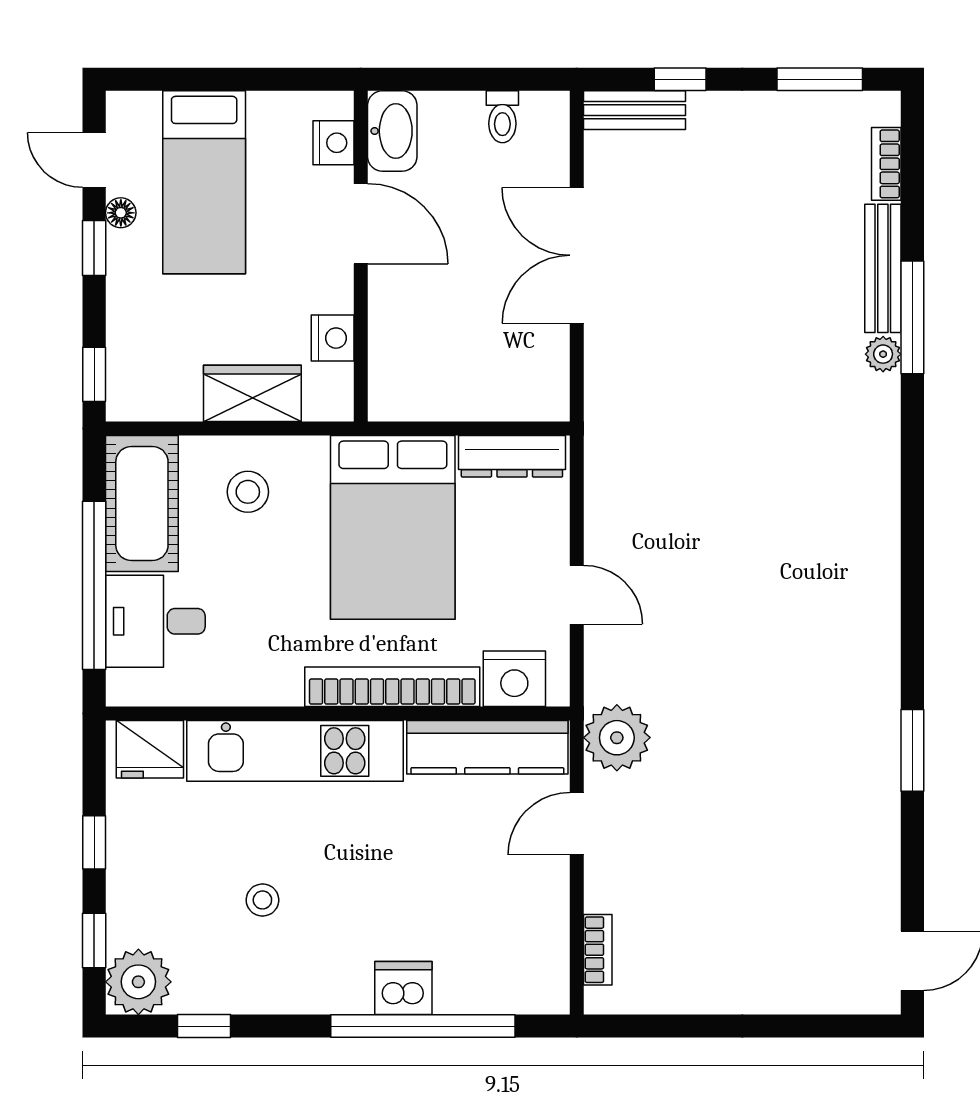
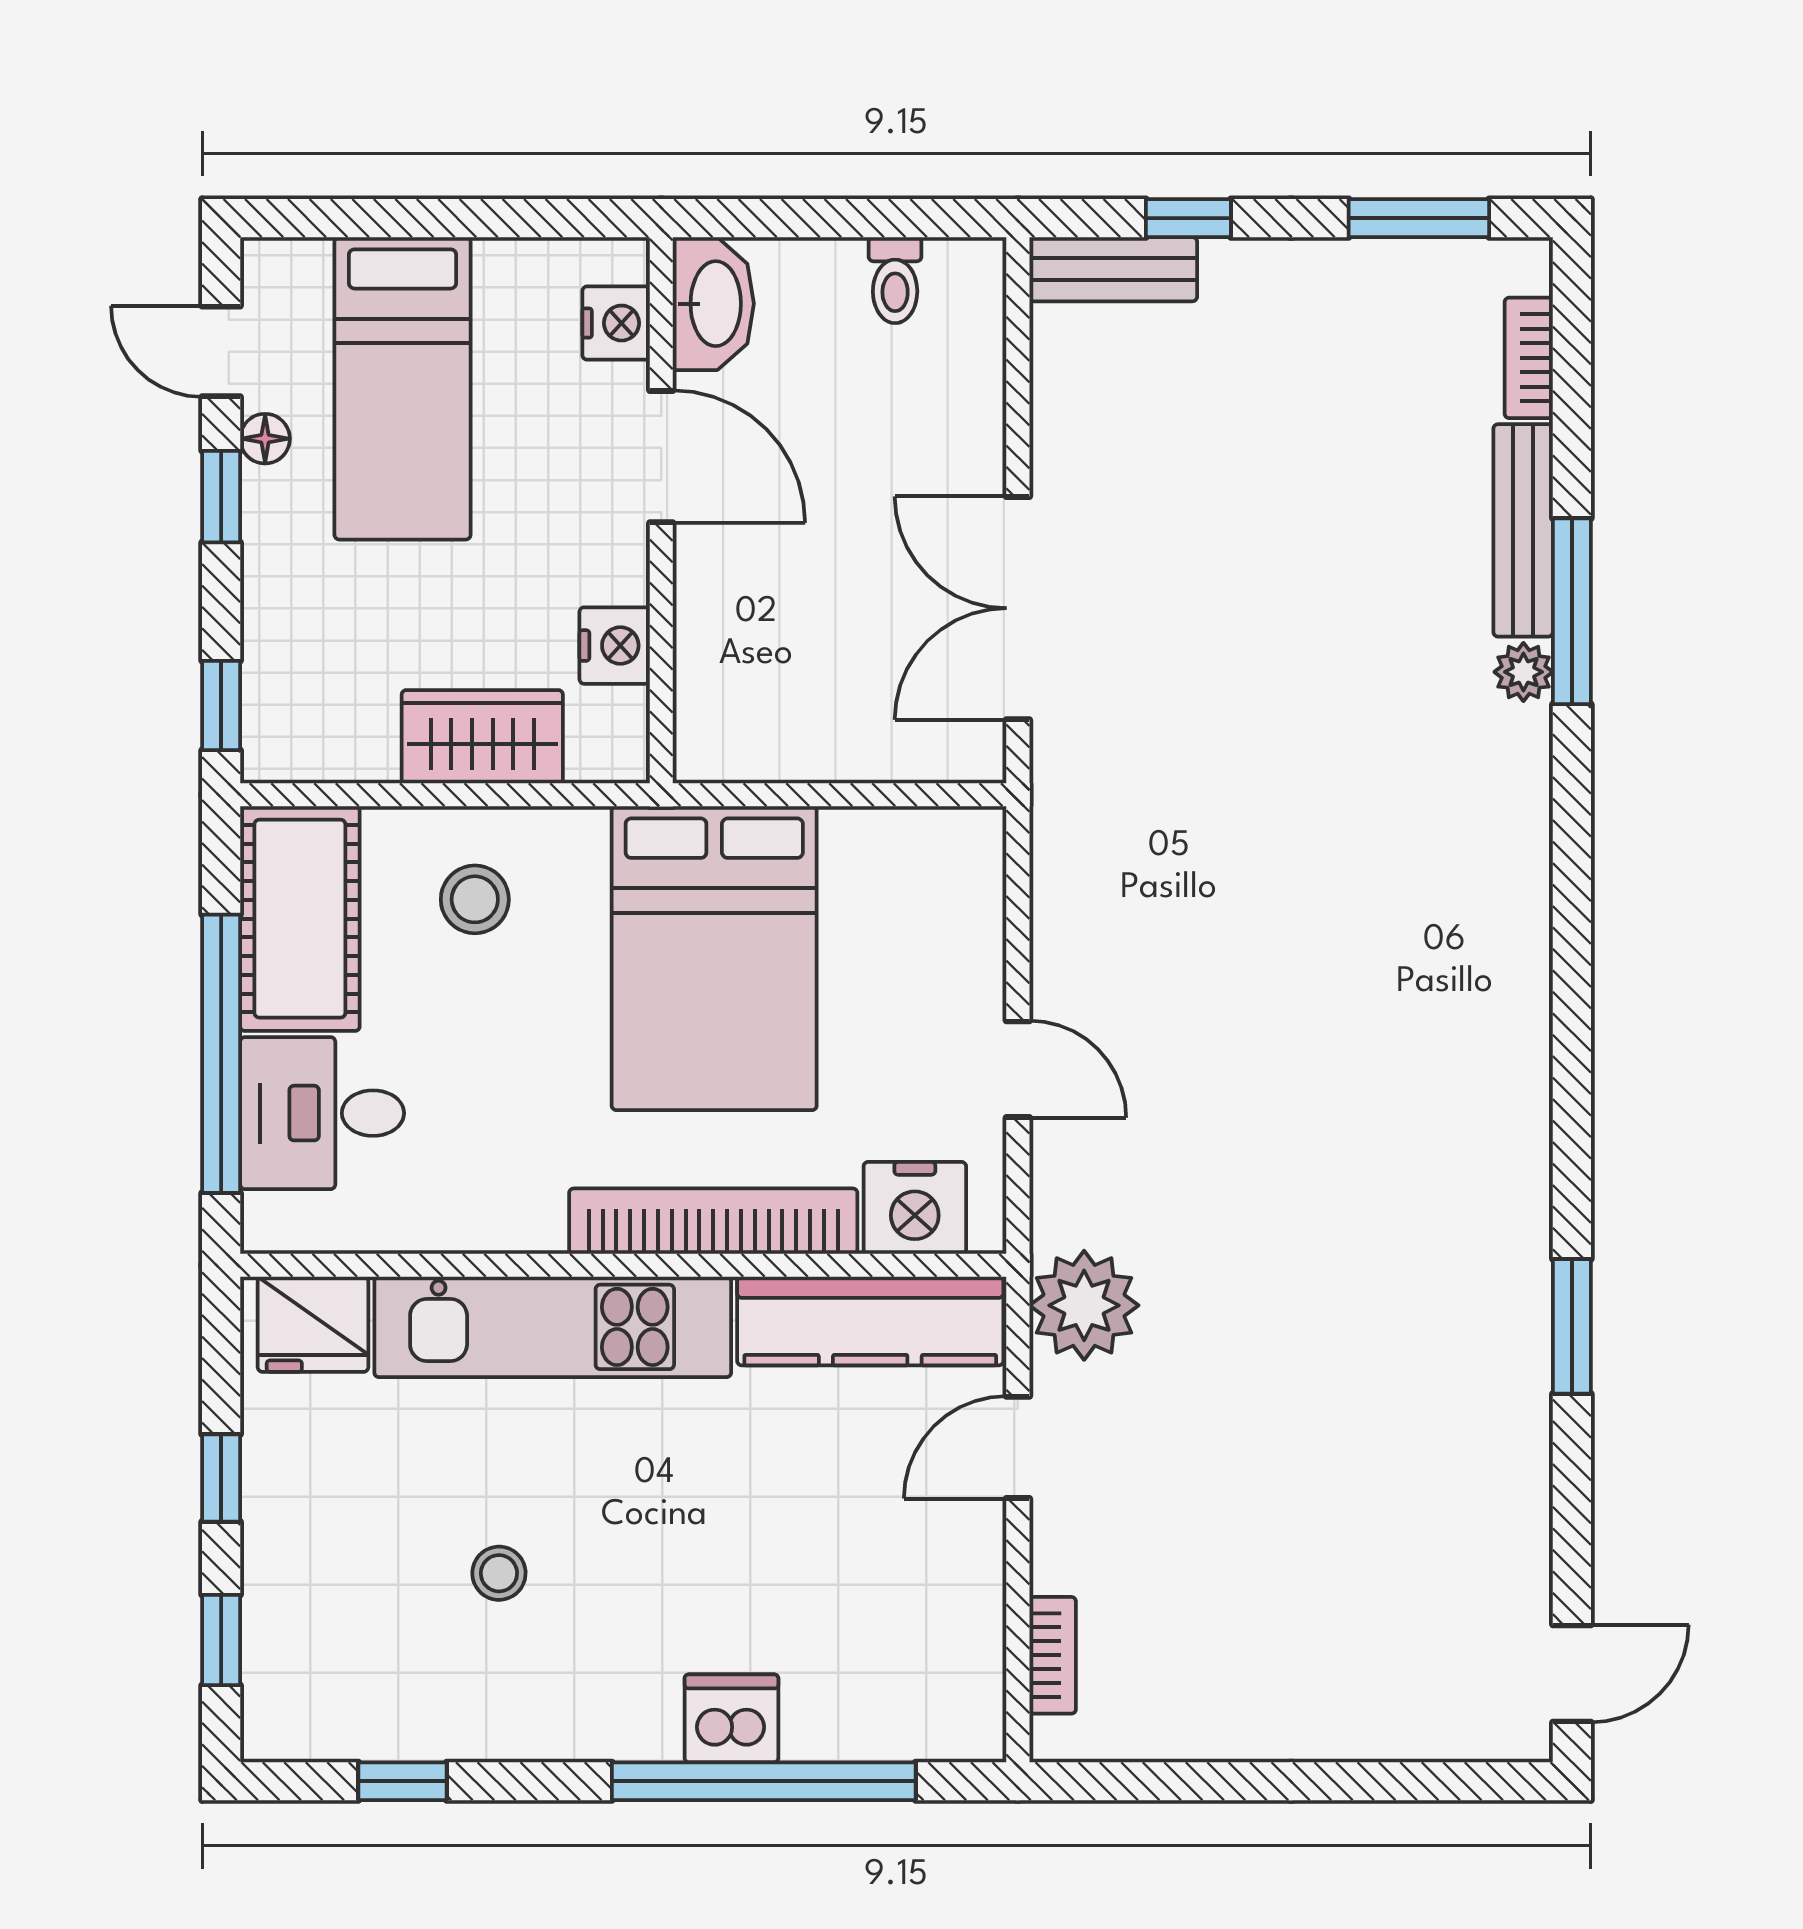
double door: (577, 255) -> (1018, 608), moved
dresser: (512, 456) -> (911, 841), removed
plant: (138, 982) -> (294, 1708), removed

